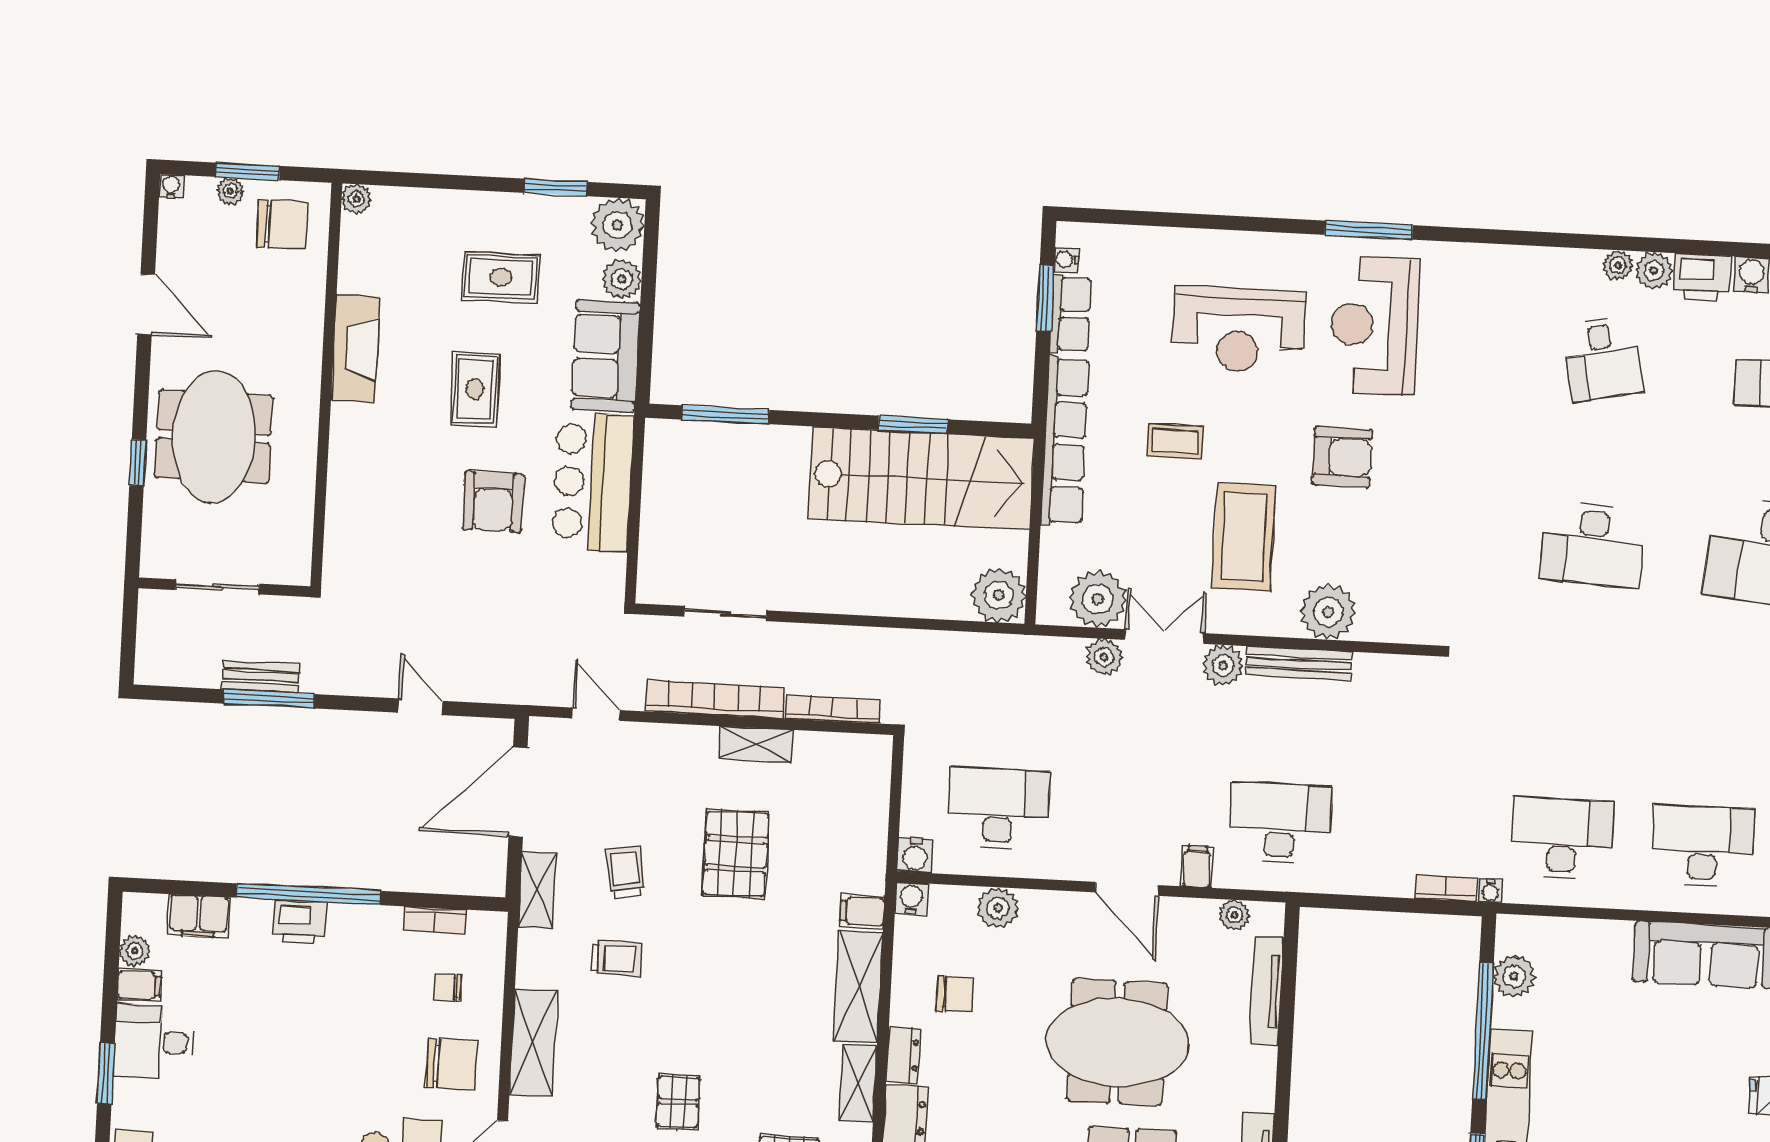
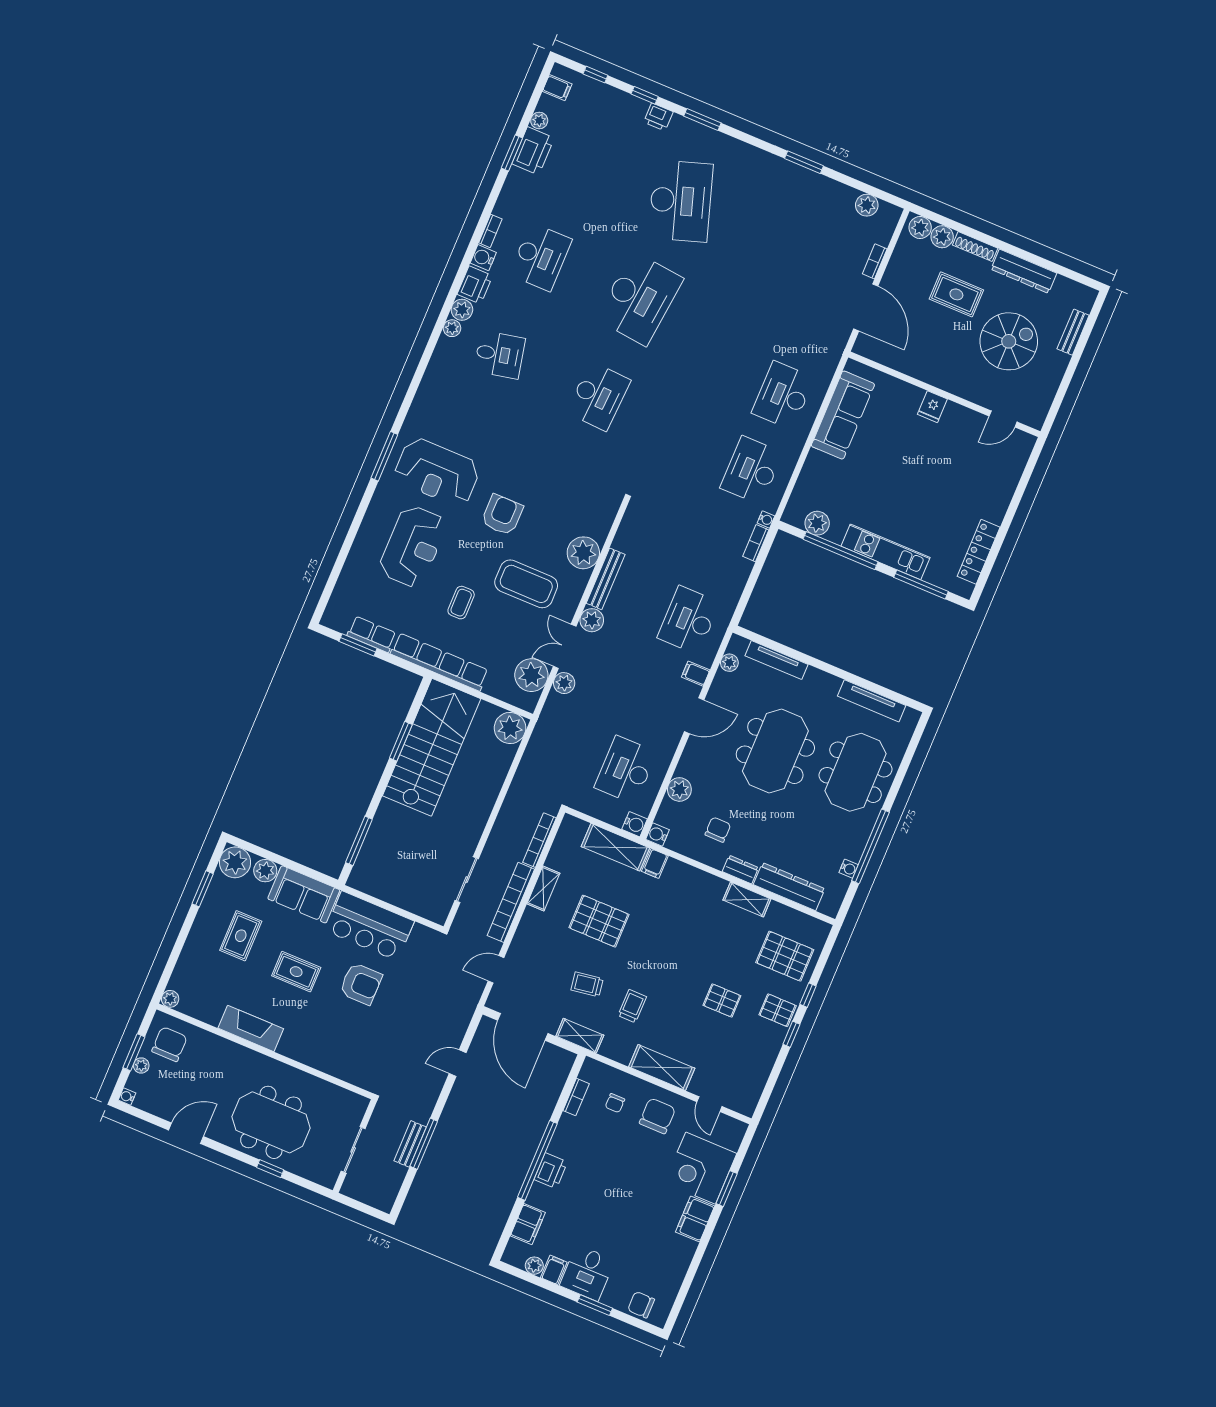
water cooler: (1066, 260) -> (341, 626), removed
shelving: (858, 987) -> (615, 847), moved

